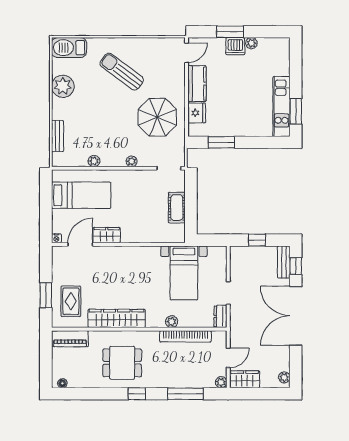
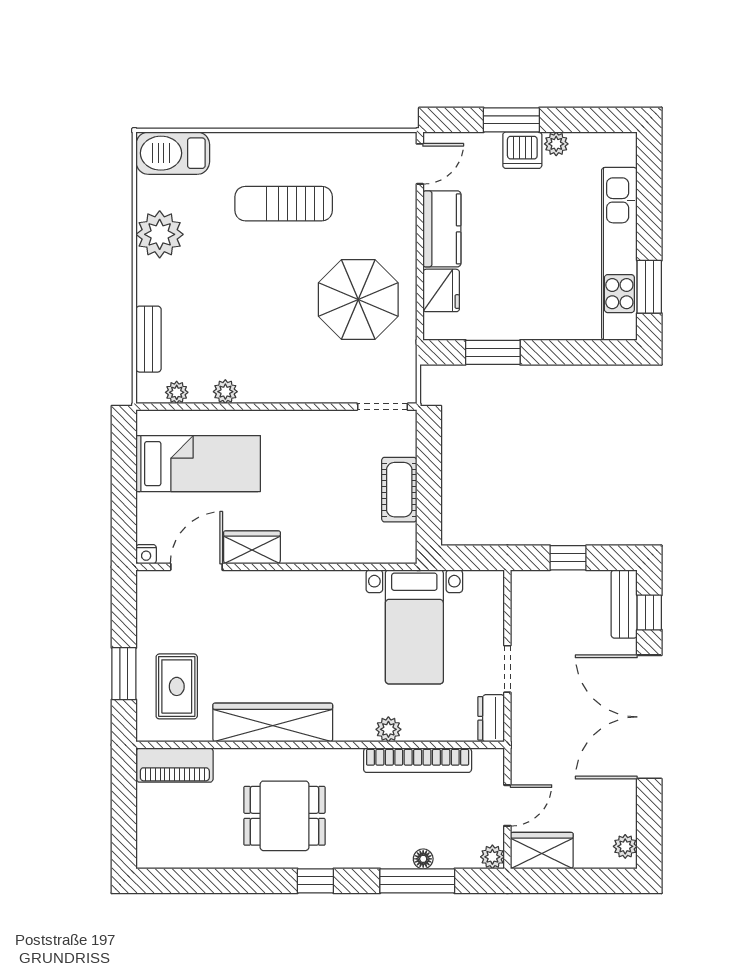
sun lounger: (122, 72) -> (284, 204), turned -37
kitchen unit: (281, 106) -> (619, 254), width x1.36
plant: (132, 161) -> (177, 392), moved
floor lamp: (62, 383) -> (423, 859), moved

